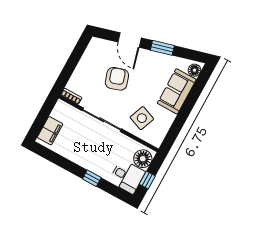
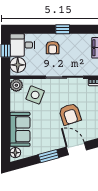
plant: (156, 139) -> (16, 85), added
armchair: (97, 157) -> (53, 48), added
window: (92, 178) -> (63, 29), moved

